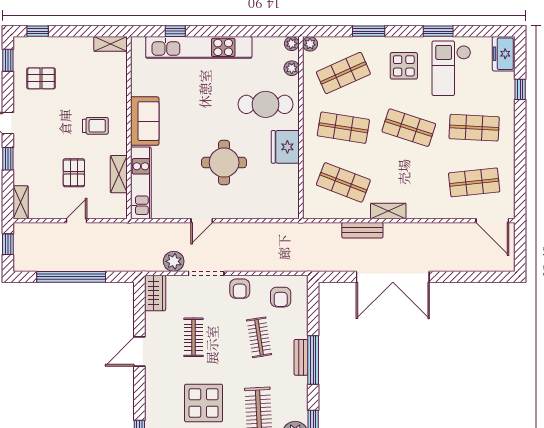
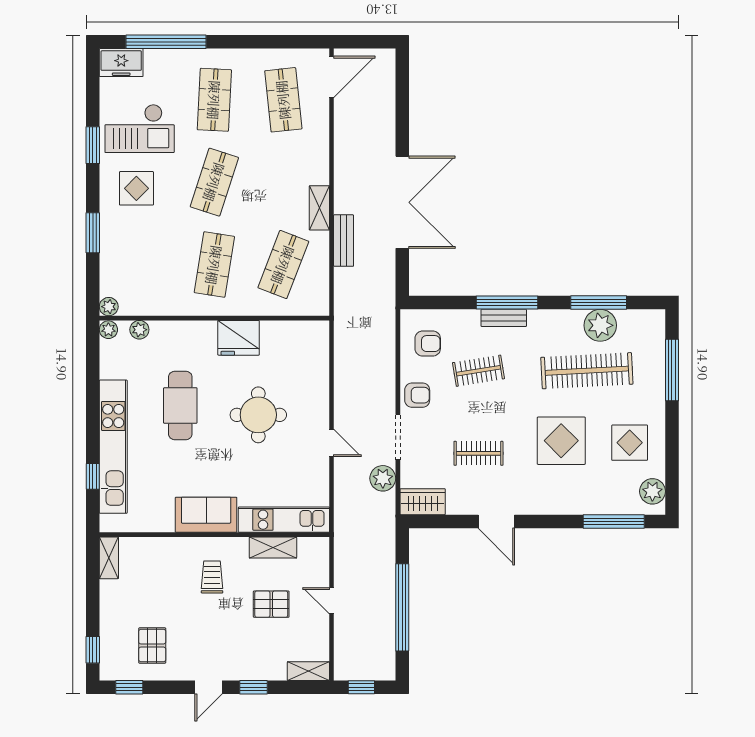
shop shelf: (343, 73) -> (145, 265), removed
window: (520, 89) -> (166, 42), width x3.17
cafe table: (266, 104) -> (180, 405), moved

